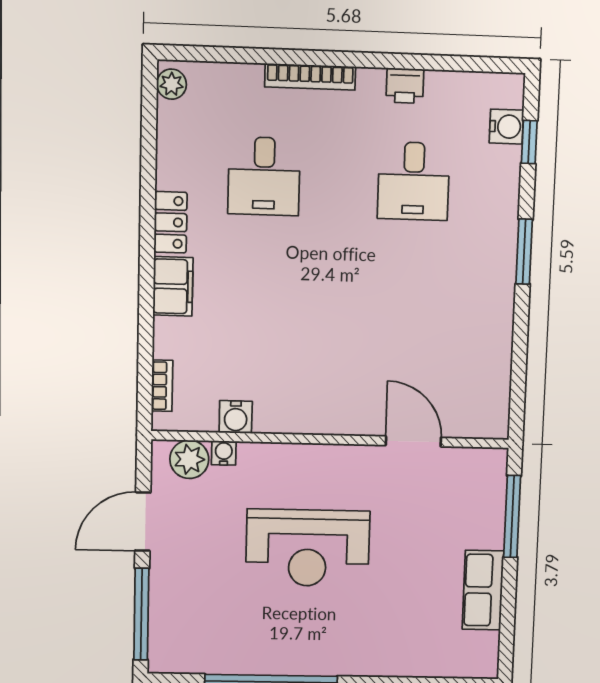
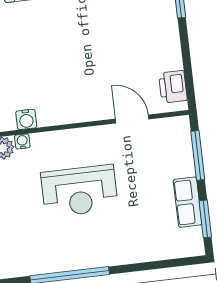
printer: (490, 397) -> (173, 87), added
window: (507, 621) -> (205, 219), added

